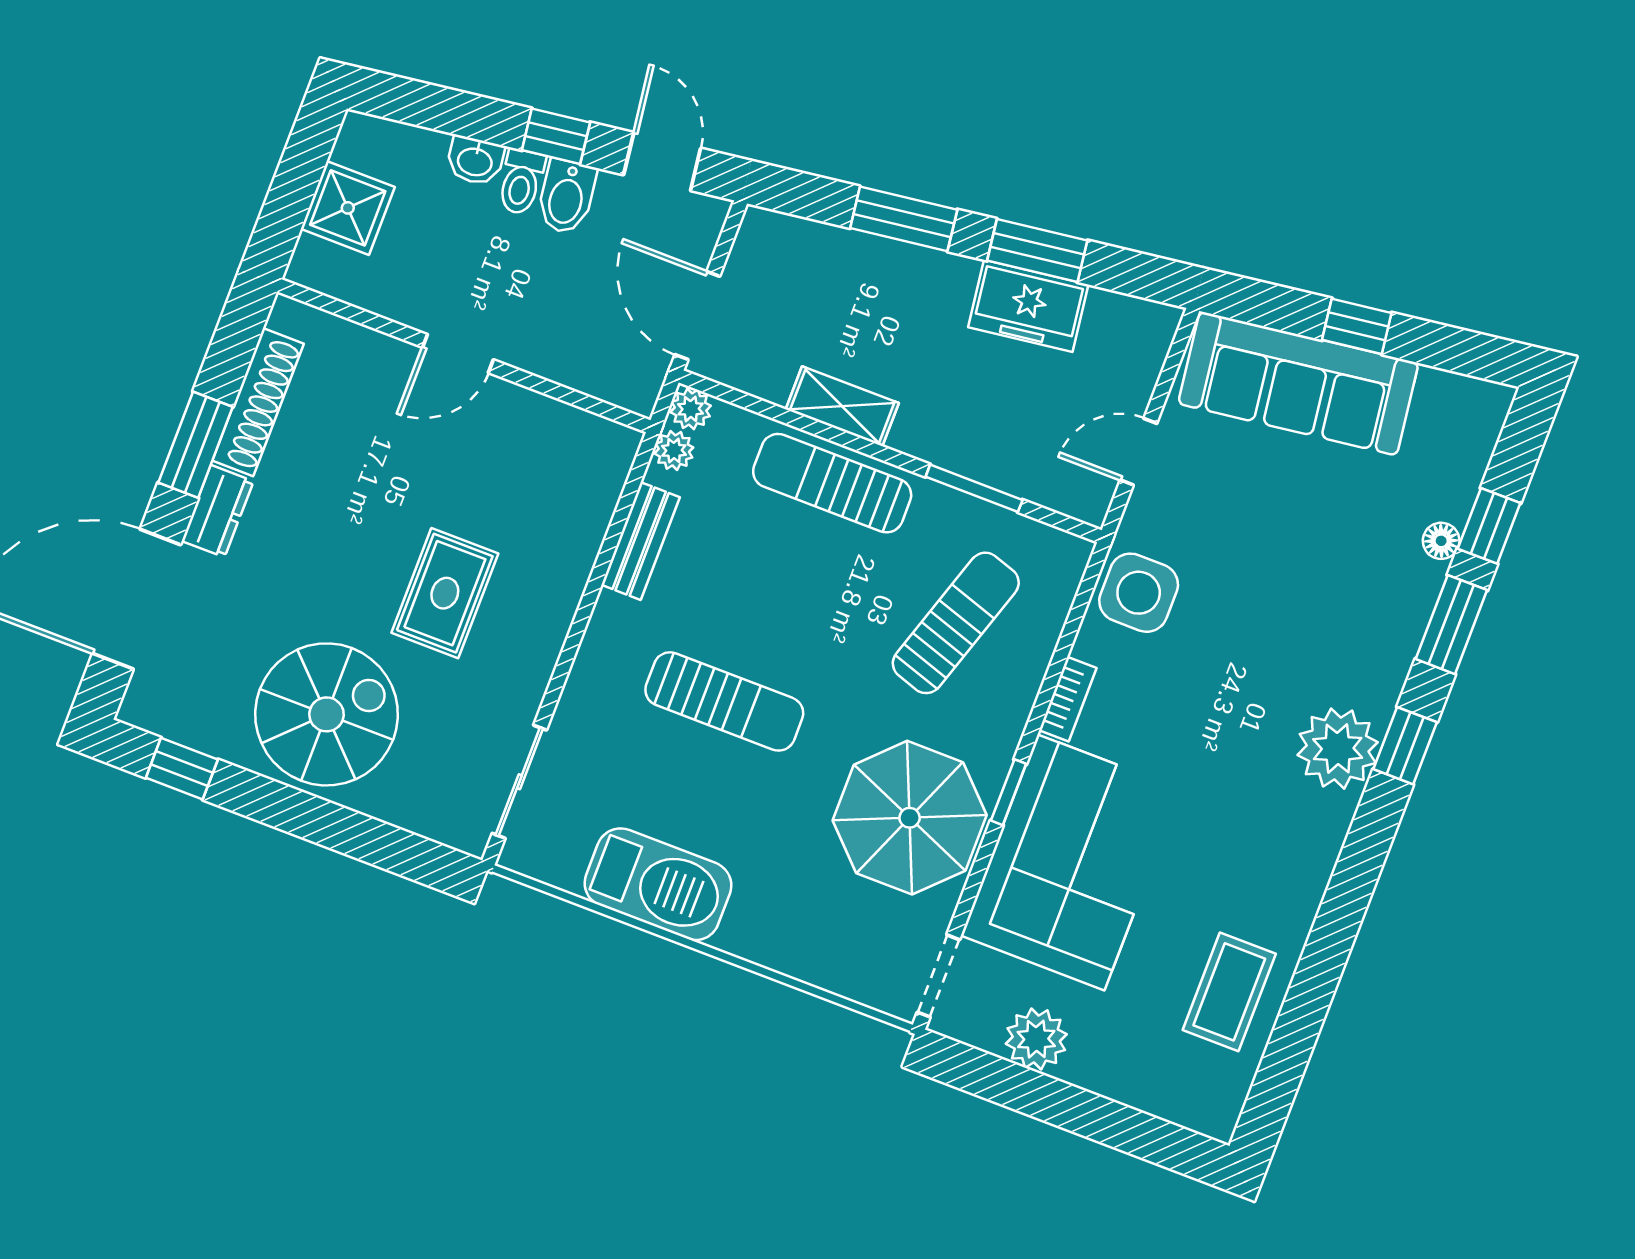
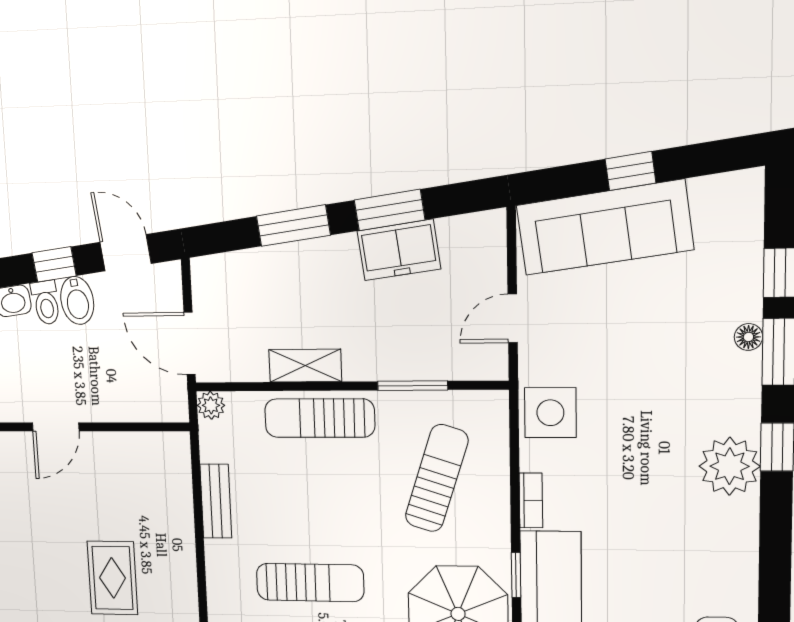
plant: (674, 450) -> (212, 436), removed
floor lamp: (1441, 541) -> (748, 337), moved

